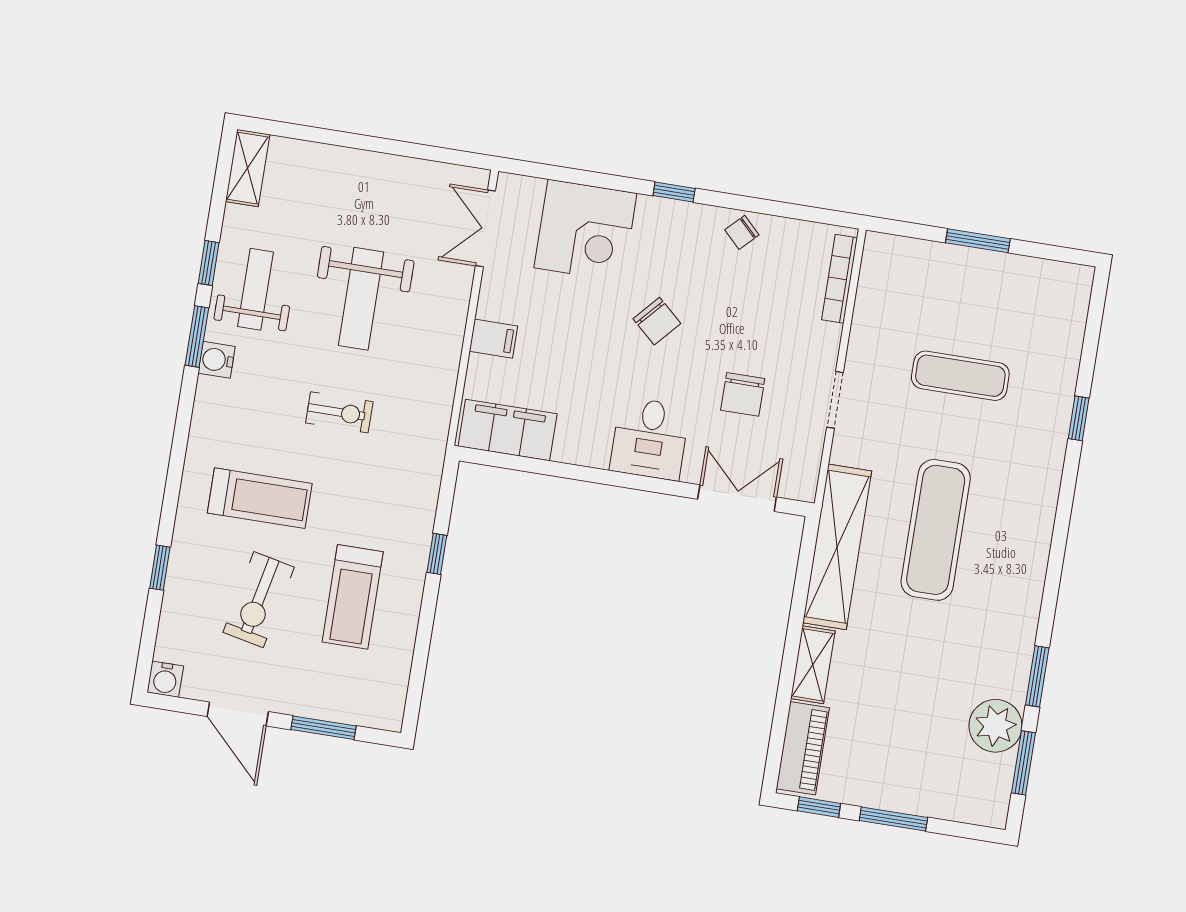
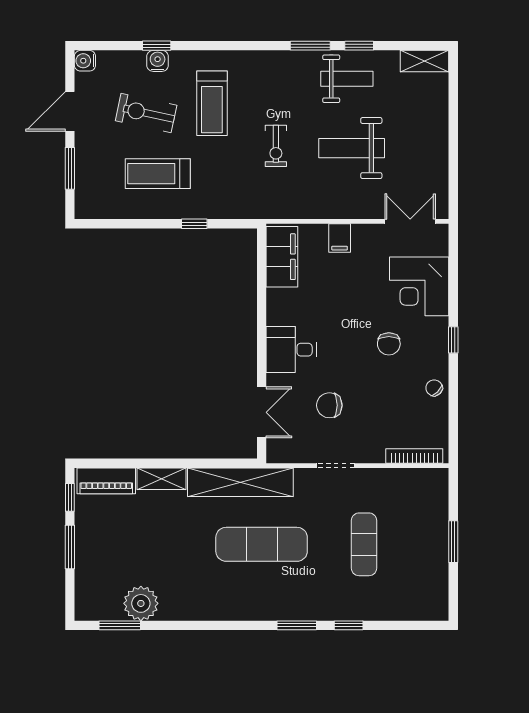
chair: (657, 321) -> (389, 344), moved, turned -42
water cooler: (217, 360) -> (158, 61), moved
window: (1037, 676) -> (297, 625), moved

